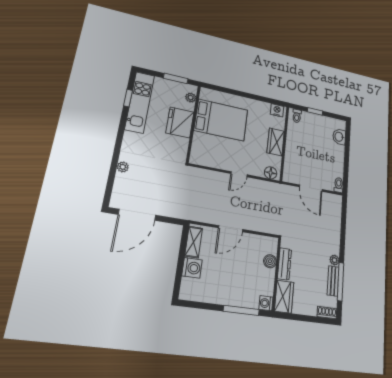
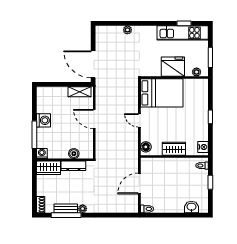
window: (245, 95) -> (210, 117), added
bed: (221, 120) -> (162, 93), moved, turned -90
door: (137, 215) -> (93, 64), moved
washing machine: (192, 268) -> (44, 120), moved, turned -90

